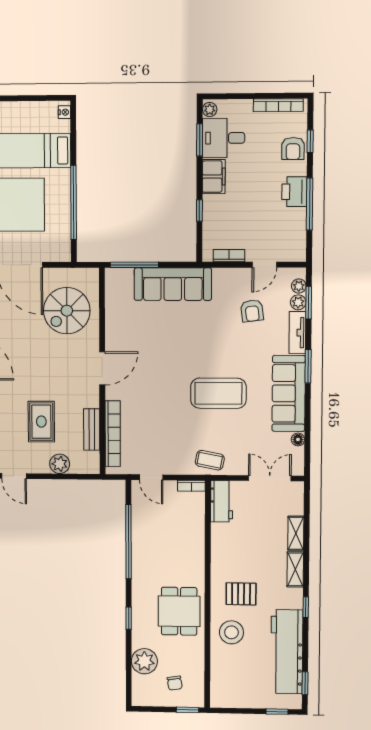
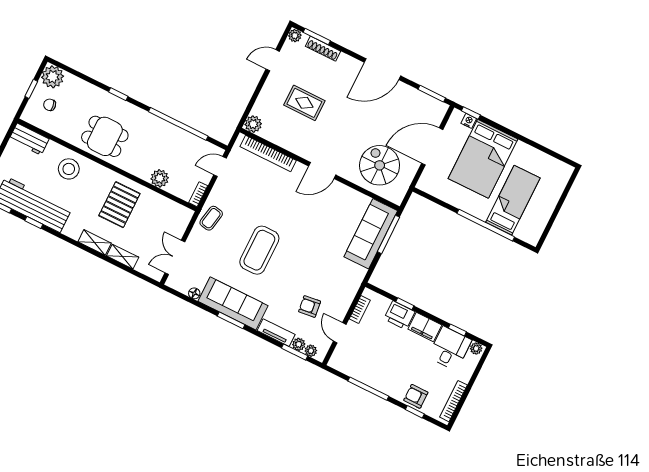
nightstand: (64, 112) -> (529, 238), removed
window: (200, 140) -> (457, 330), width x0.67
printer: (294, 192) -> (399, 315), moved, turned 180
window: (74, 202) -> (486, 225), moved
sofa: (173, 284) -> (371, 234), moved
window: (308, 366) -> (231, 320), moved
door: (102, 368) -> (322, 170), hinge flipped
bench: (92, 429) -> (279, 139), removed
plant: (60, 464) -> (253, 124), moved
double door: (270, 478) -> (175, 257), swing flipped
workbench: (222, 501) -> (29, 139), moved
plant: (195, 534) -> (160, 178), added
pallet: (241, 594) -> (119, 205), moved, width x1.50, depth x1.42
window: (306, 607) -> (34, 223), moved
plant: (144, 661) -> (53, 77), moved
window: (188, 710) -> (31, 89), moved

